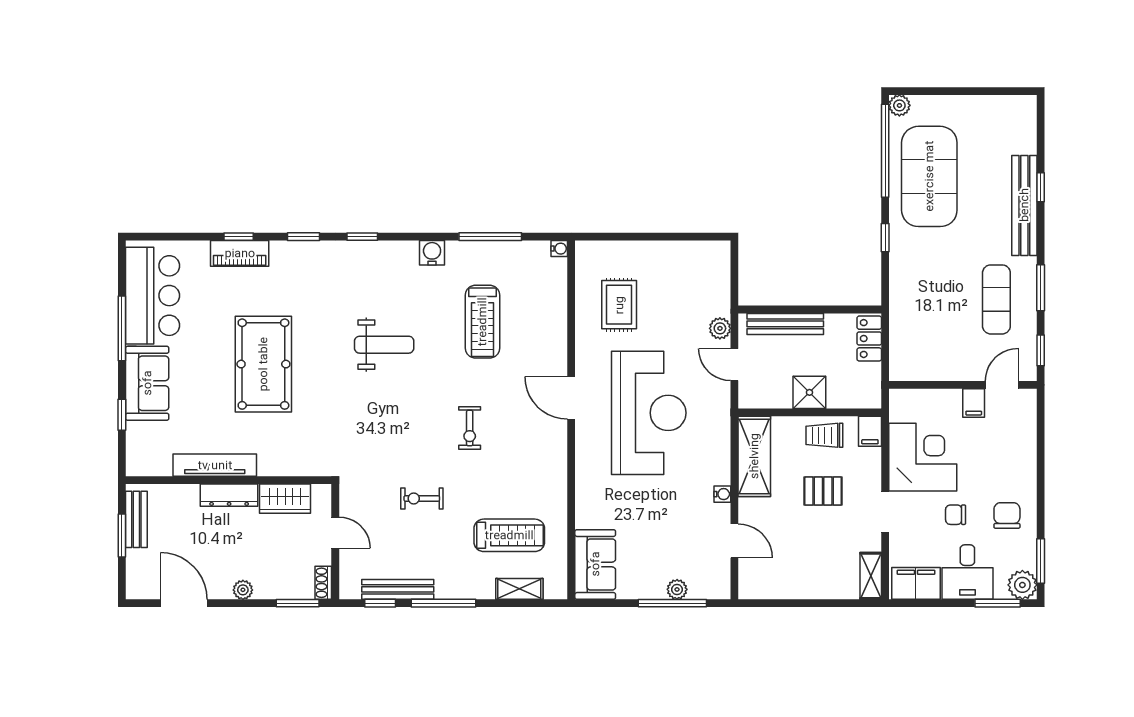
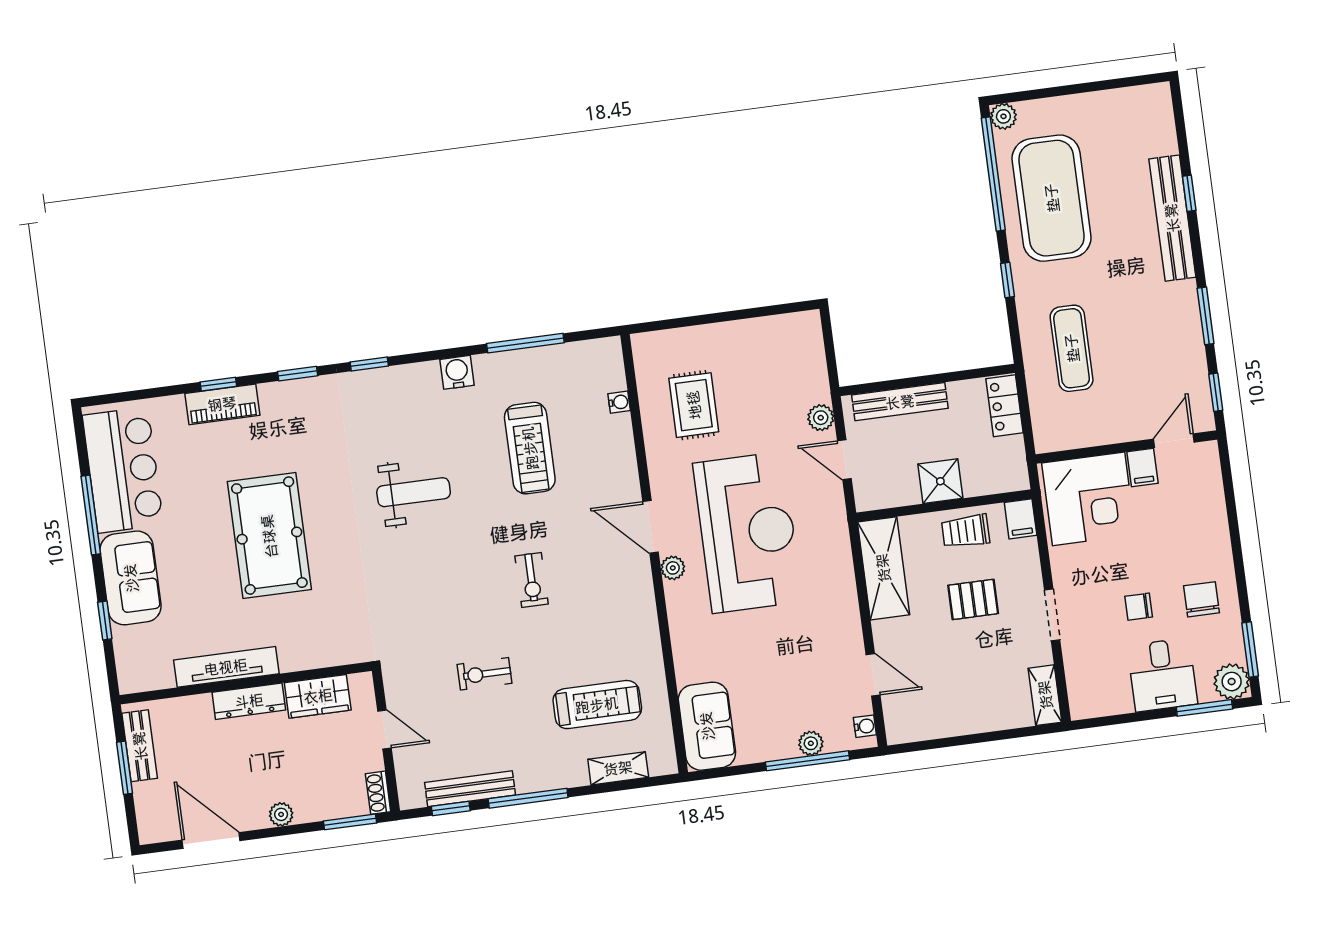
water cooler: (559, 249) -> (619, 402), moved
exercise mat: (996, 299) -> (1072, 348), moved
plant: (585, 433) -> (673, 568), added
corner desk: (923, 457) -> (1089, 499), moved, turned 90
water cooler: (722, 494) -> (865, 726), moved
filing cabinet: (916, 583) -> (1102, 697), removed

